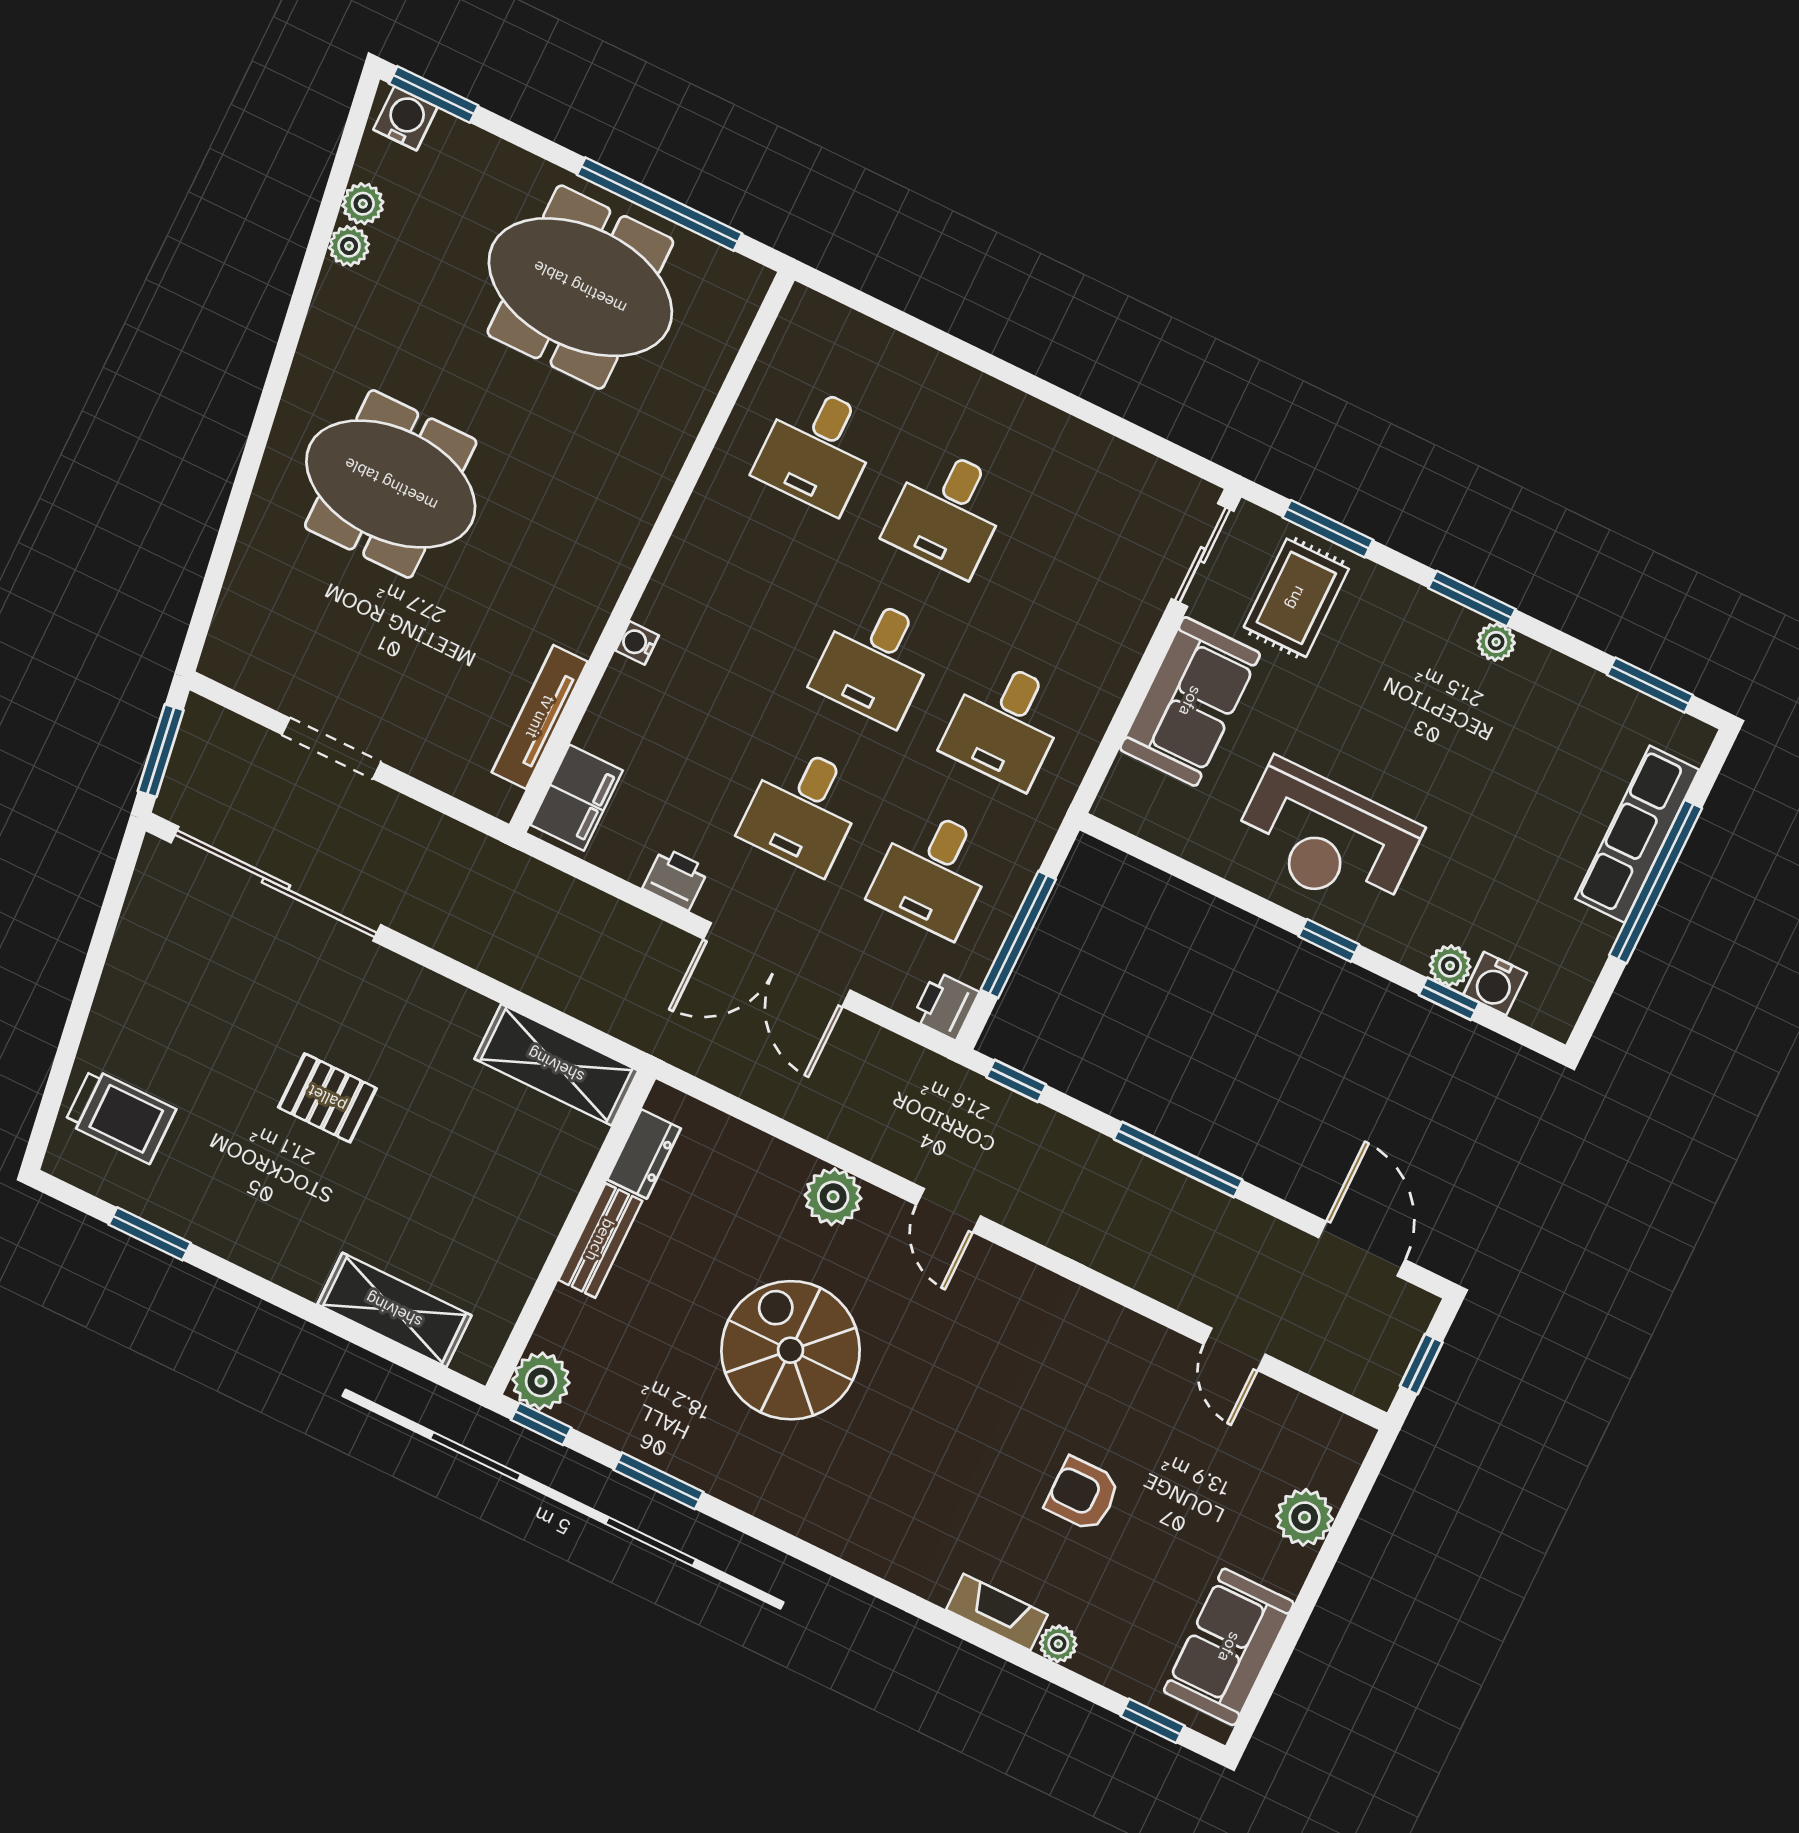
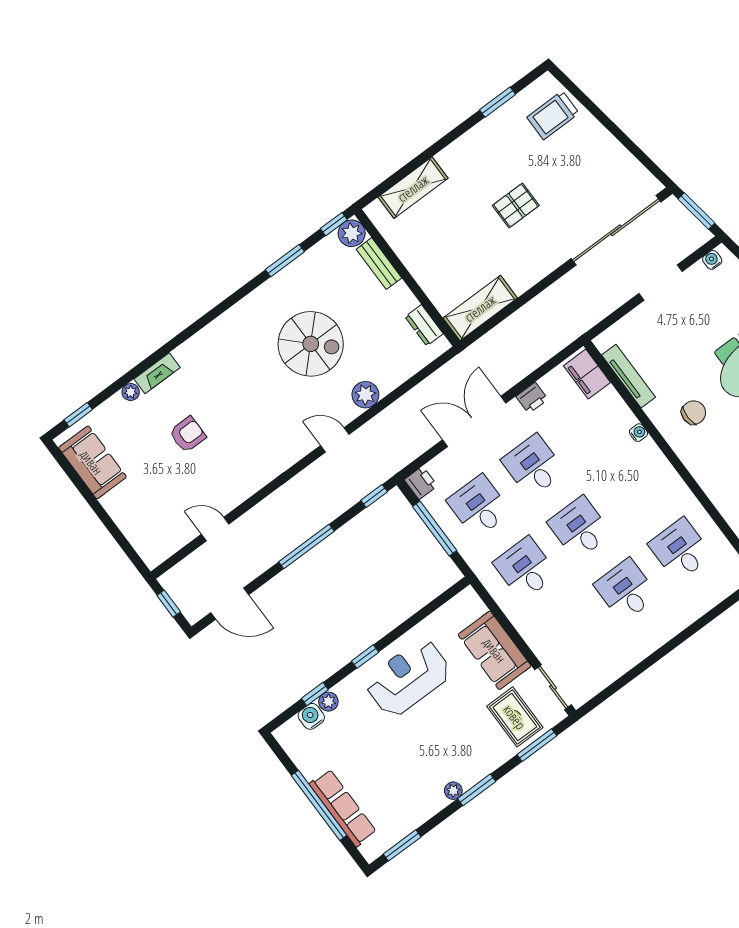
chair: (545, 558) -> (694, 413), added
water cooler: (238, 673) -> (712, 260), added
bench: (600, 1240) -> (379, 264), moved
plant: (1305, 1517) -> (130, 522), removed

